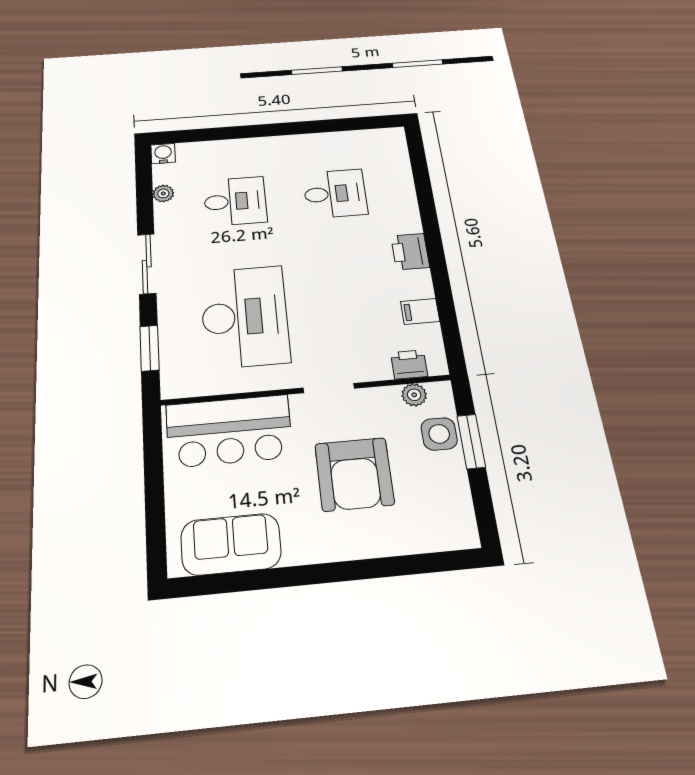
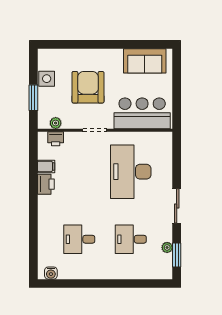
water cooler: (163, 154) -> (51, 273), moved
printer: (410, 252) -> (46, 184), moved
window: (150, 348) -> (177, 255), moved
side table: (439, 434) -> (47, 79), moved

